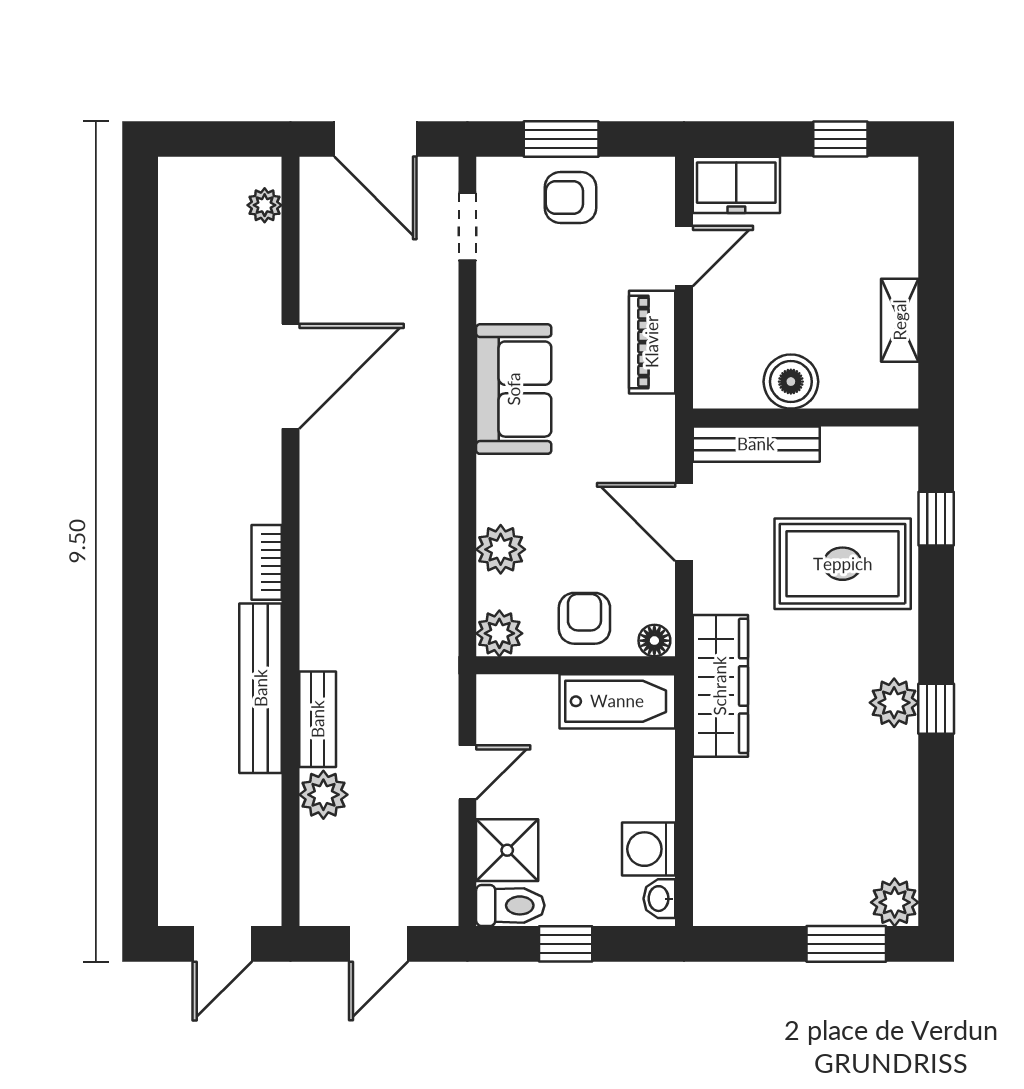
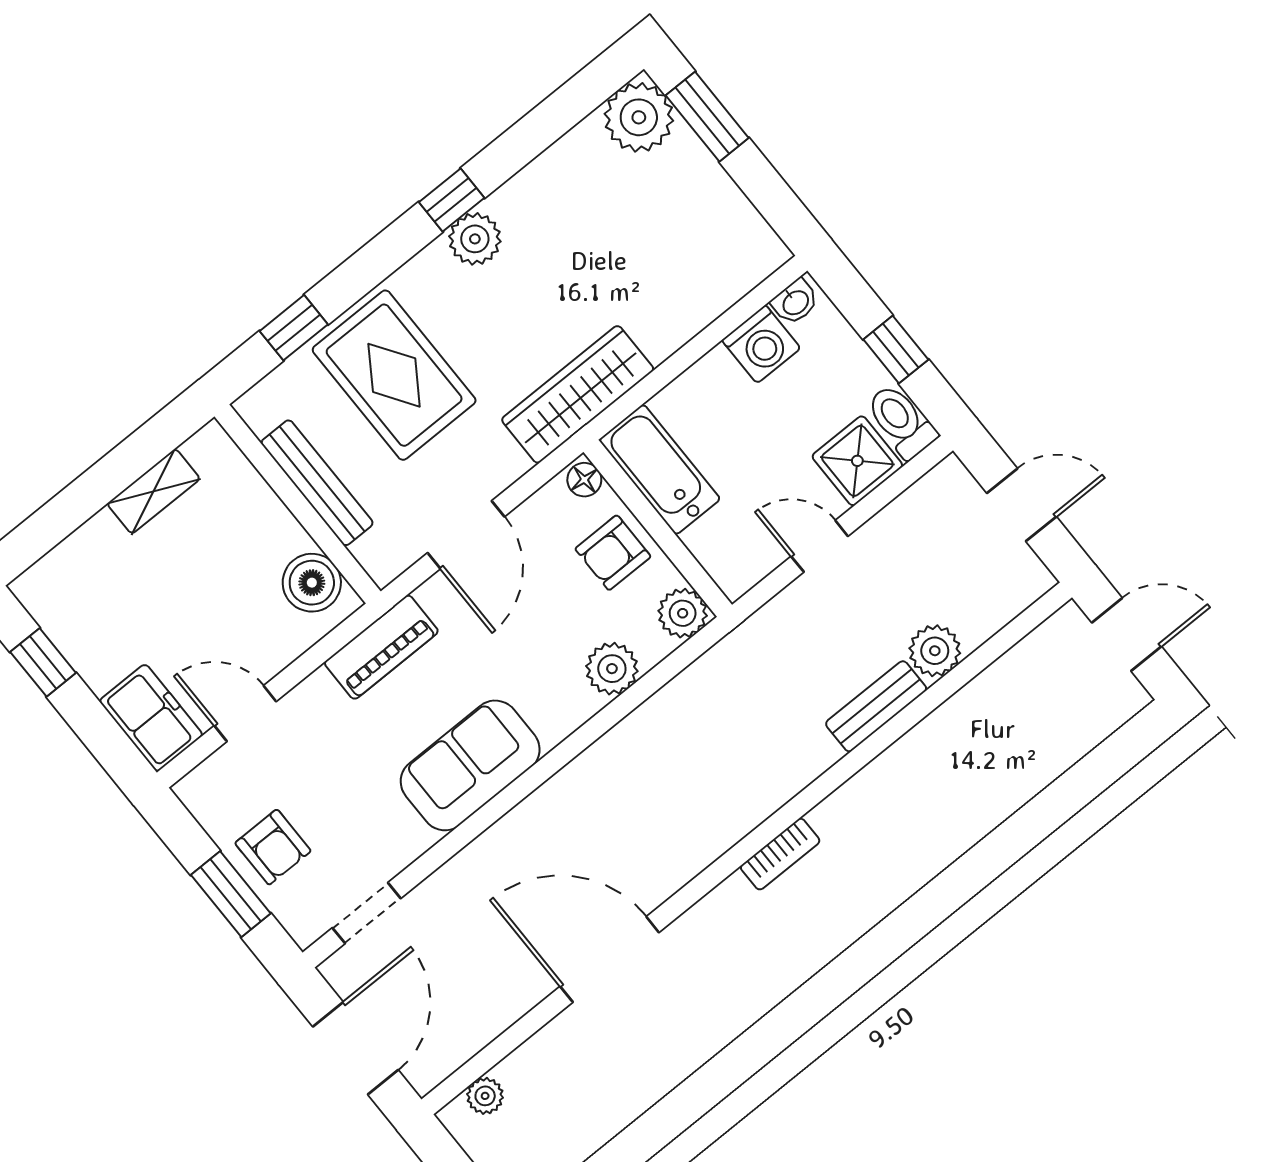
piano: (652, 342) -> (381, 647), moved
boiler: (791, 382) -> (312, 583), moved
bench: (756, 444) -> (317, 483), moved
bench: (261, 688) -> (889, 775), removed
plant: (895, 902) -> (639, 117), width x1.36, depth x1.36

